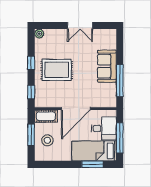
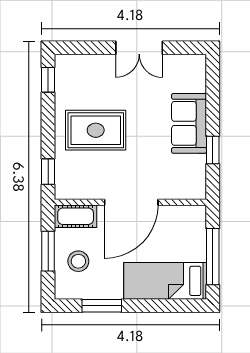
plant: (39, 34) -> (63, 63), removed
window: (31, 63) -> (48, 80), moved
window: (120, 81) -> (213, 150), width x0.46
desk: (104, 128) -> (183, 239), removed
window: (92, 164) -> (102, 306), moved

